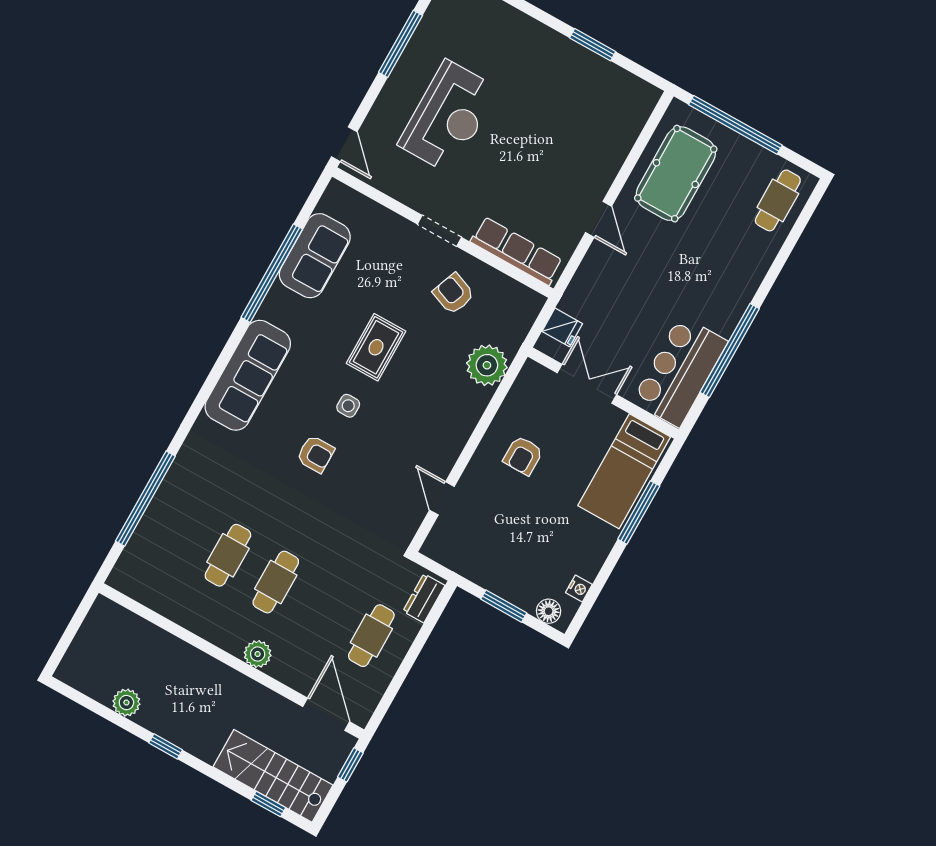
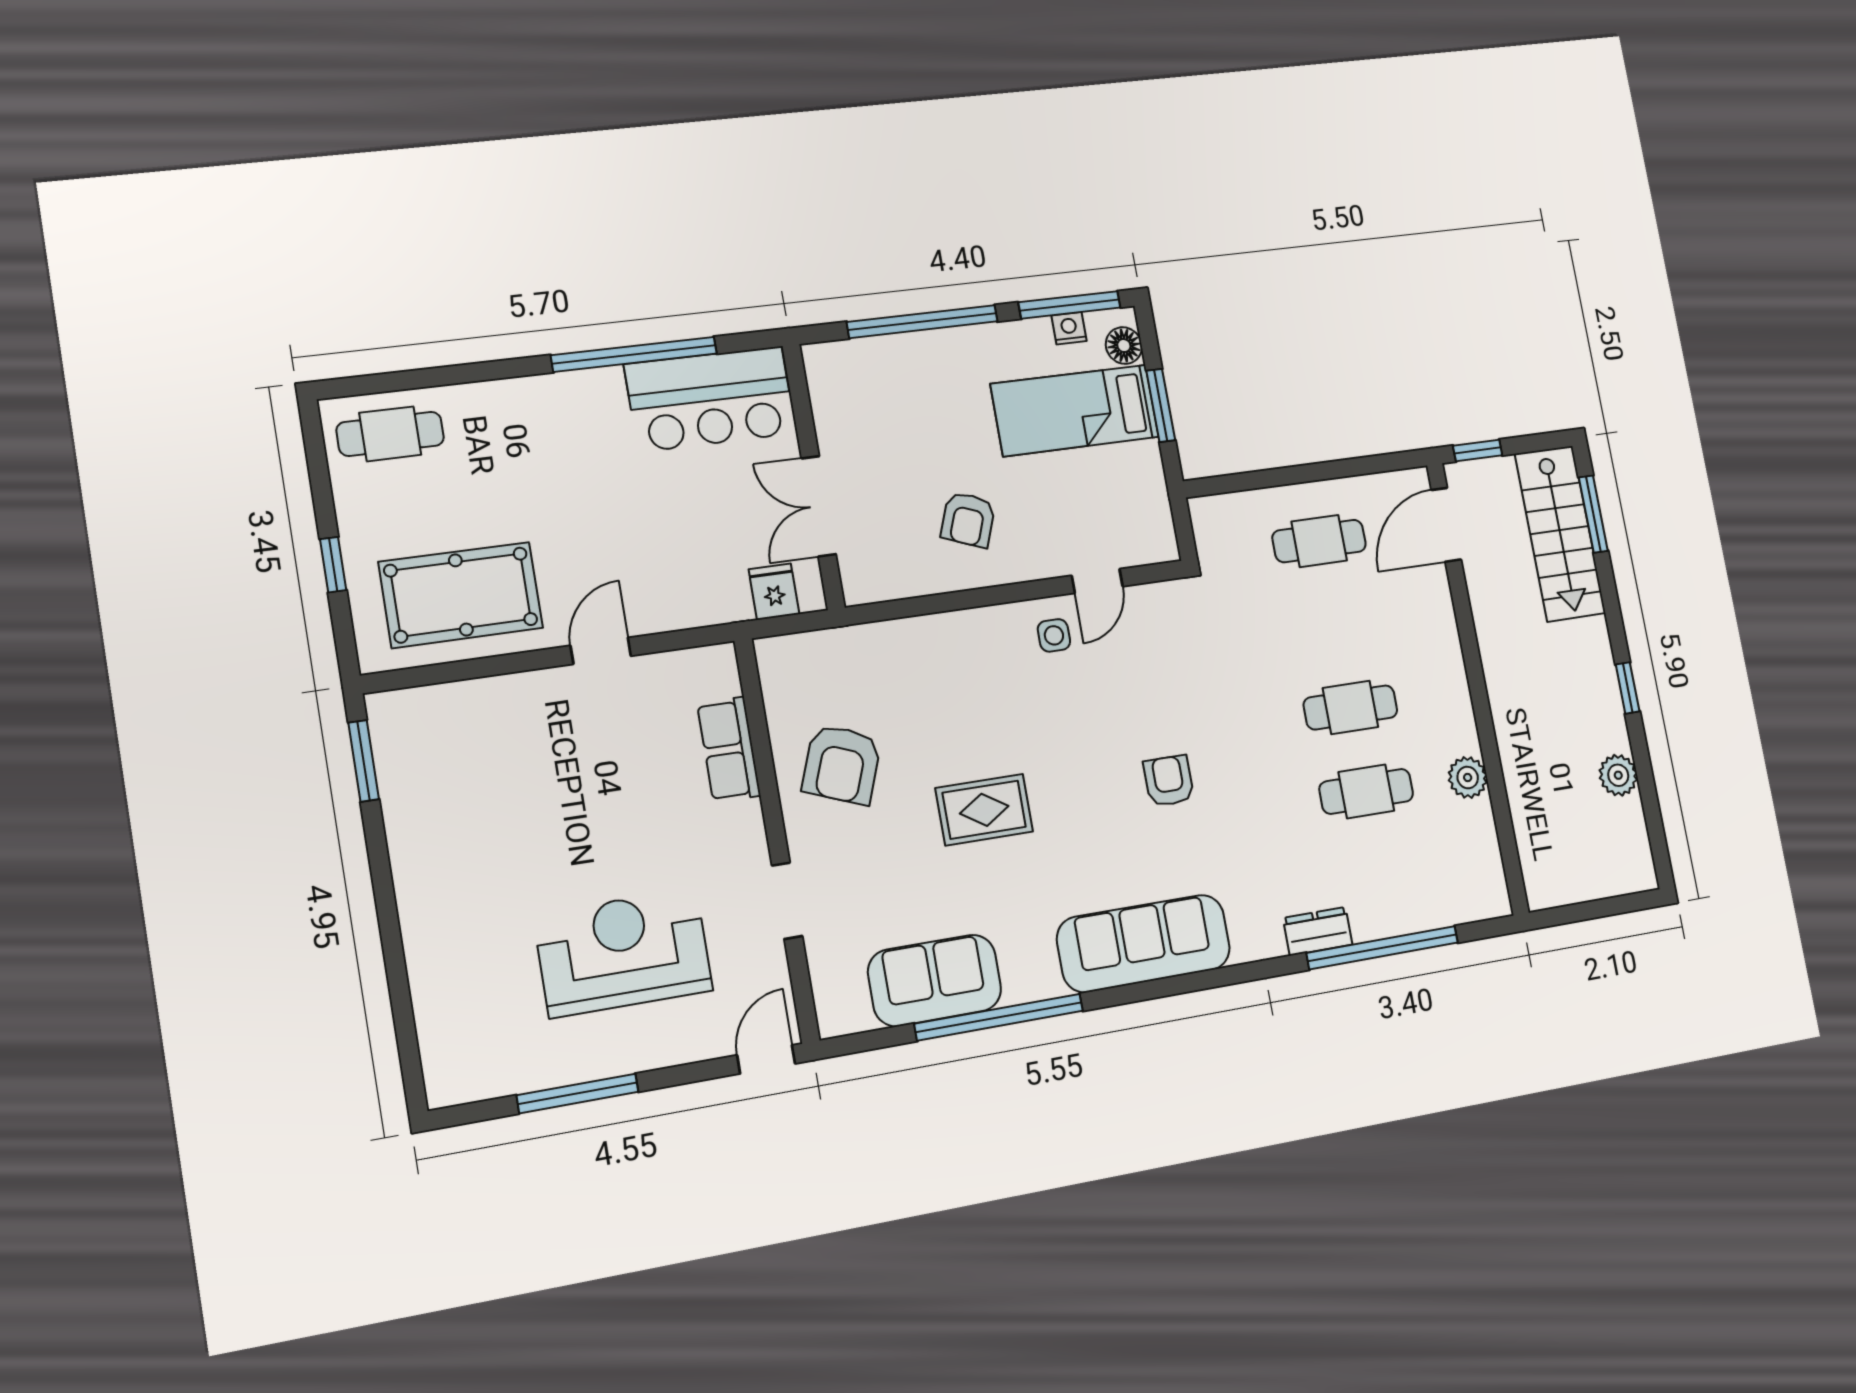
window: (593, 45) -> (364, 761), moved
window: (735, 125) -> (333, 565), width x0.32
doorway: (439, 231) -> (787, 901), moved
row of seats: (517, 251) -> (729, 749), width x0.68
armchair: (454, 294) -> (842, 764), width x1.38, depth x1.38
plant: (487, 365) -> (896, 651), removed
side table: (348, 406) -> (1054, 635), moved
armchair: (523, 456) -> (968, 520), turned 111
bed: (624, 471) -> (1075, 410), moved, turned 180
window: (639, 512) -> (922, 322), width x1.46
dresser: (424, 598) -> (1318, 931), moved, turned 180
window: (590, 599) -> (1070, 305), added
plant: (258, 654) -> (1468, 778), moved
window: (268, 804) -> (1593, 514), width x1.50

